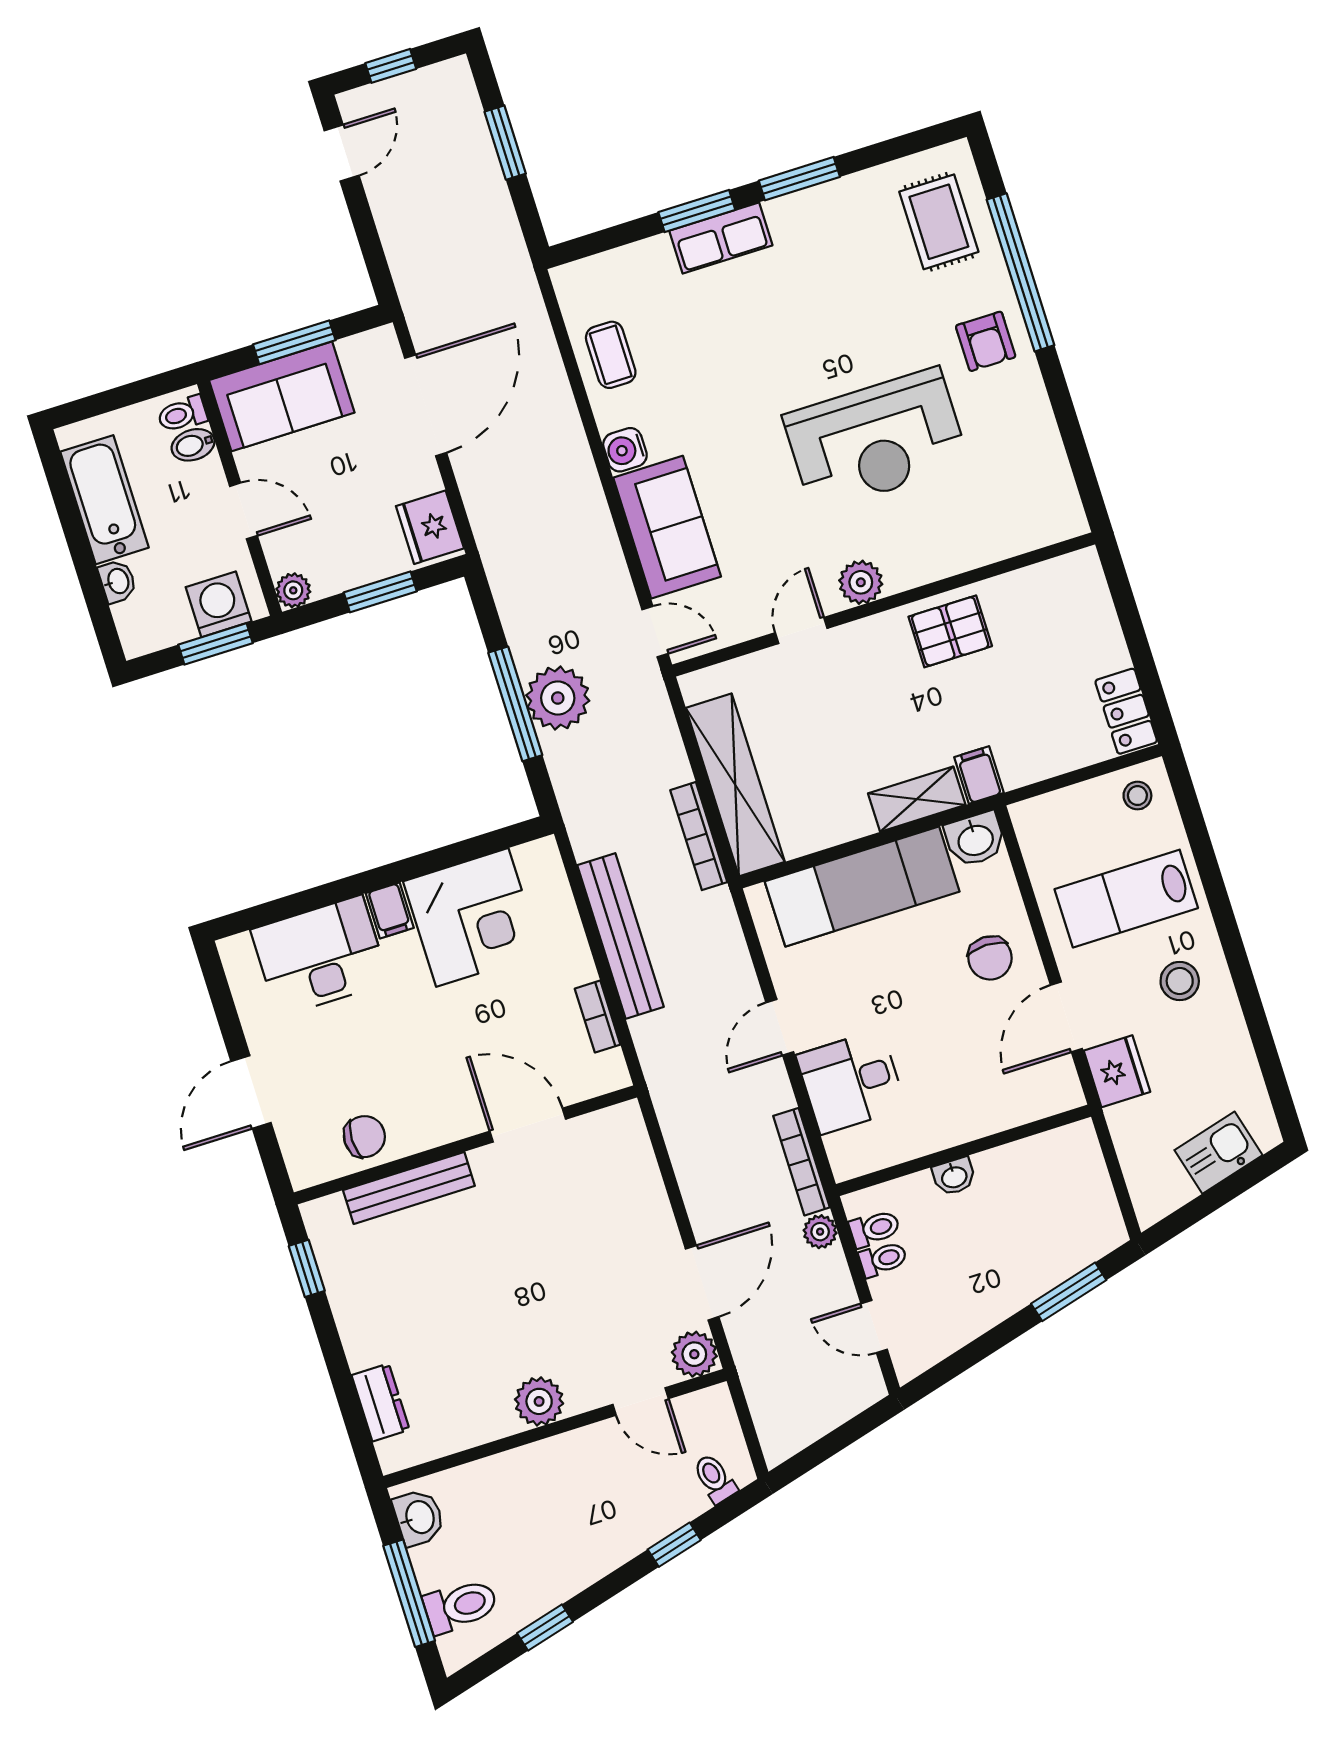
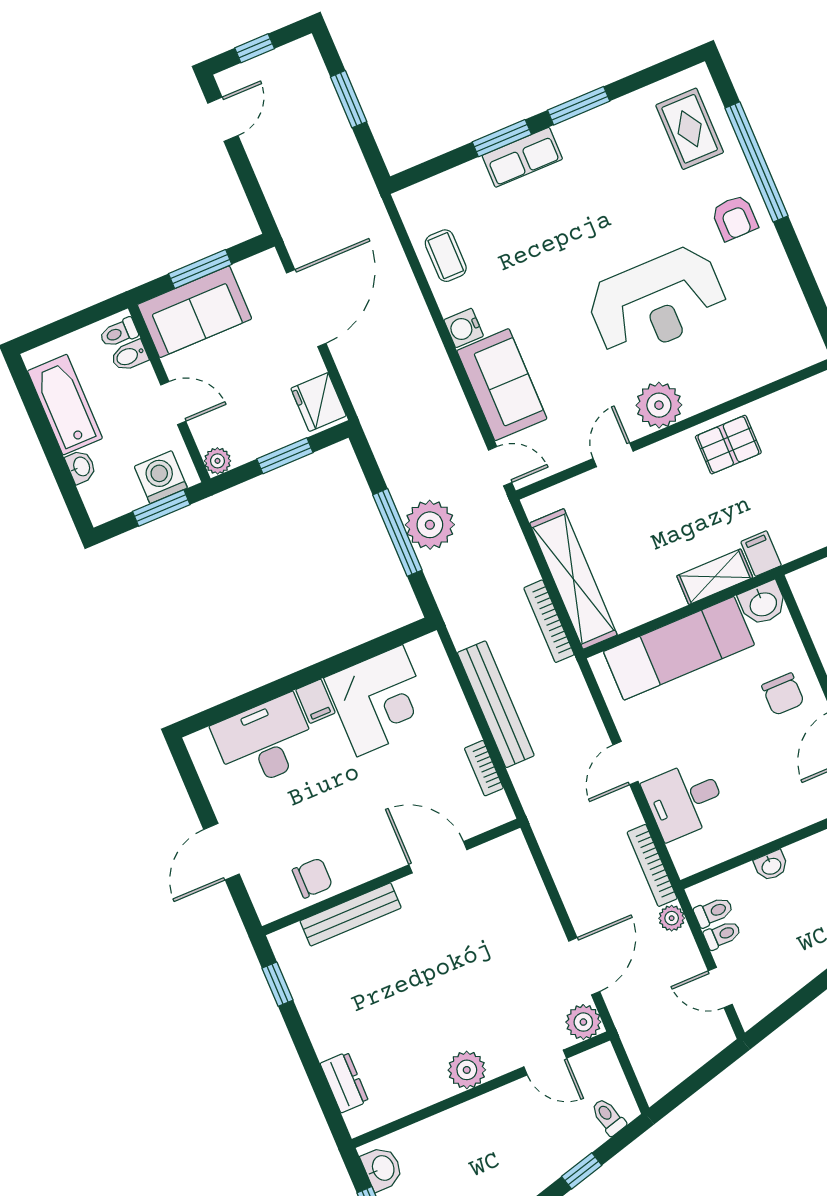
plant: (861, 582) -> (659, 405), width x1.36, depth x1.36

